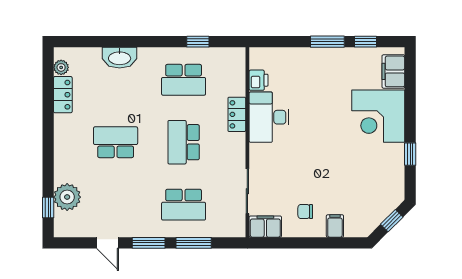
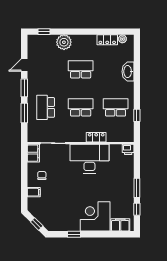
school desk: (184, 80) -> (116, 107), turned 90
printer: (259, 80) -> (128, 149), moved
desk: (269, 117) -> (89, 159), width x1.36, depth x1.30
school desk: (116, 142) -> (81, 69), turned -90
plant: (67, 197) -> (64, 42), moved

